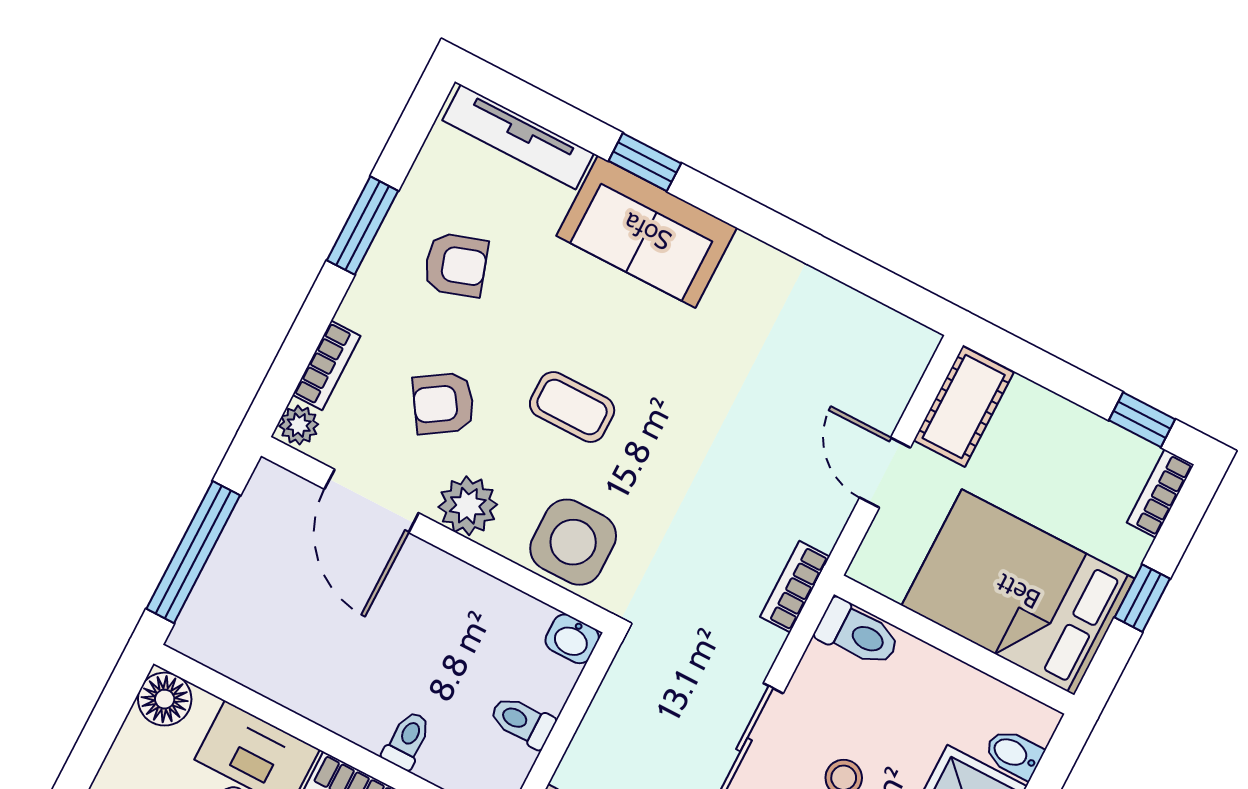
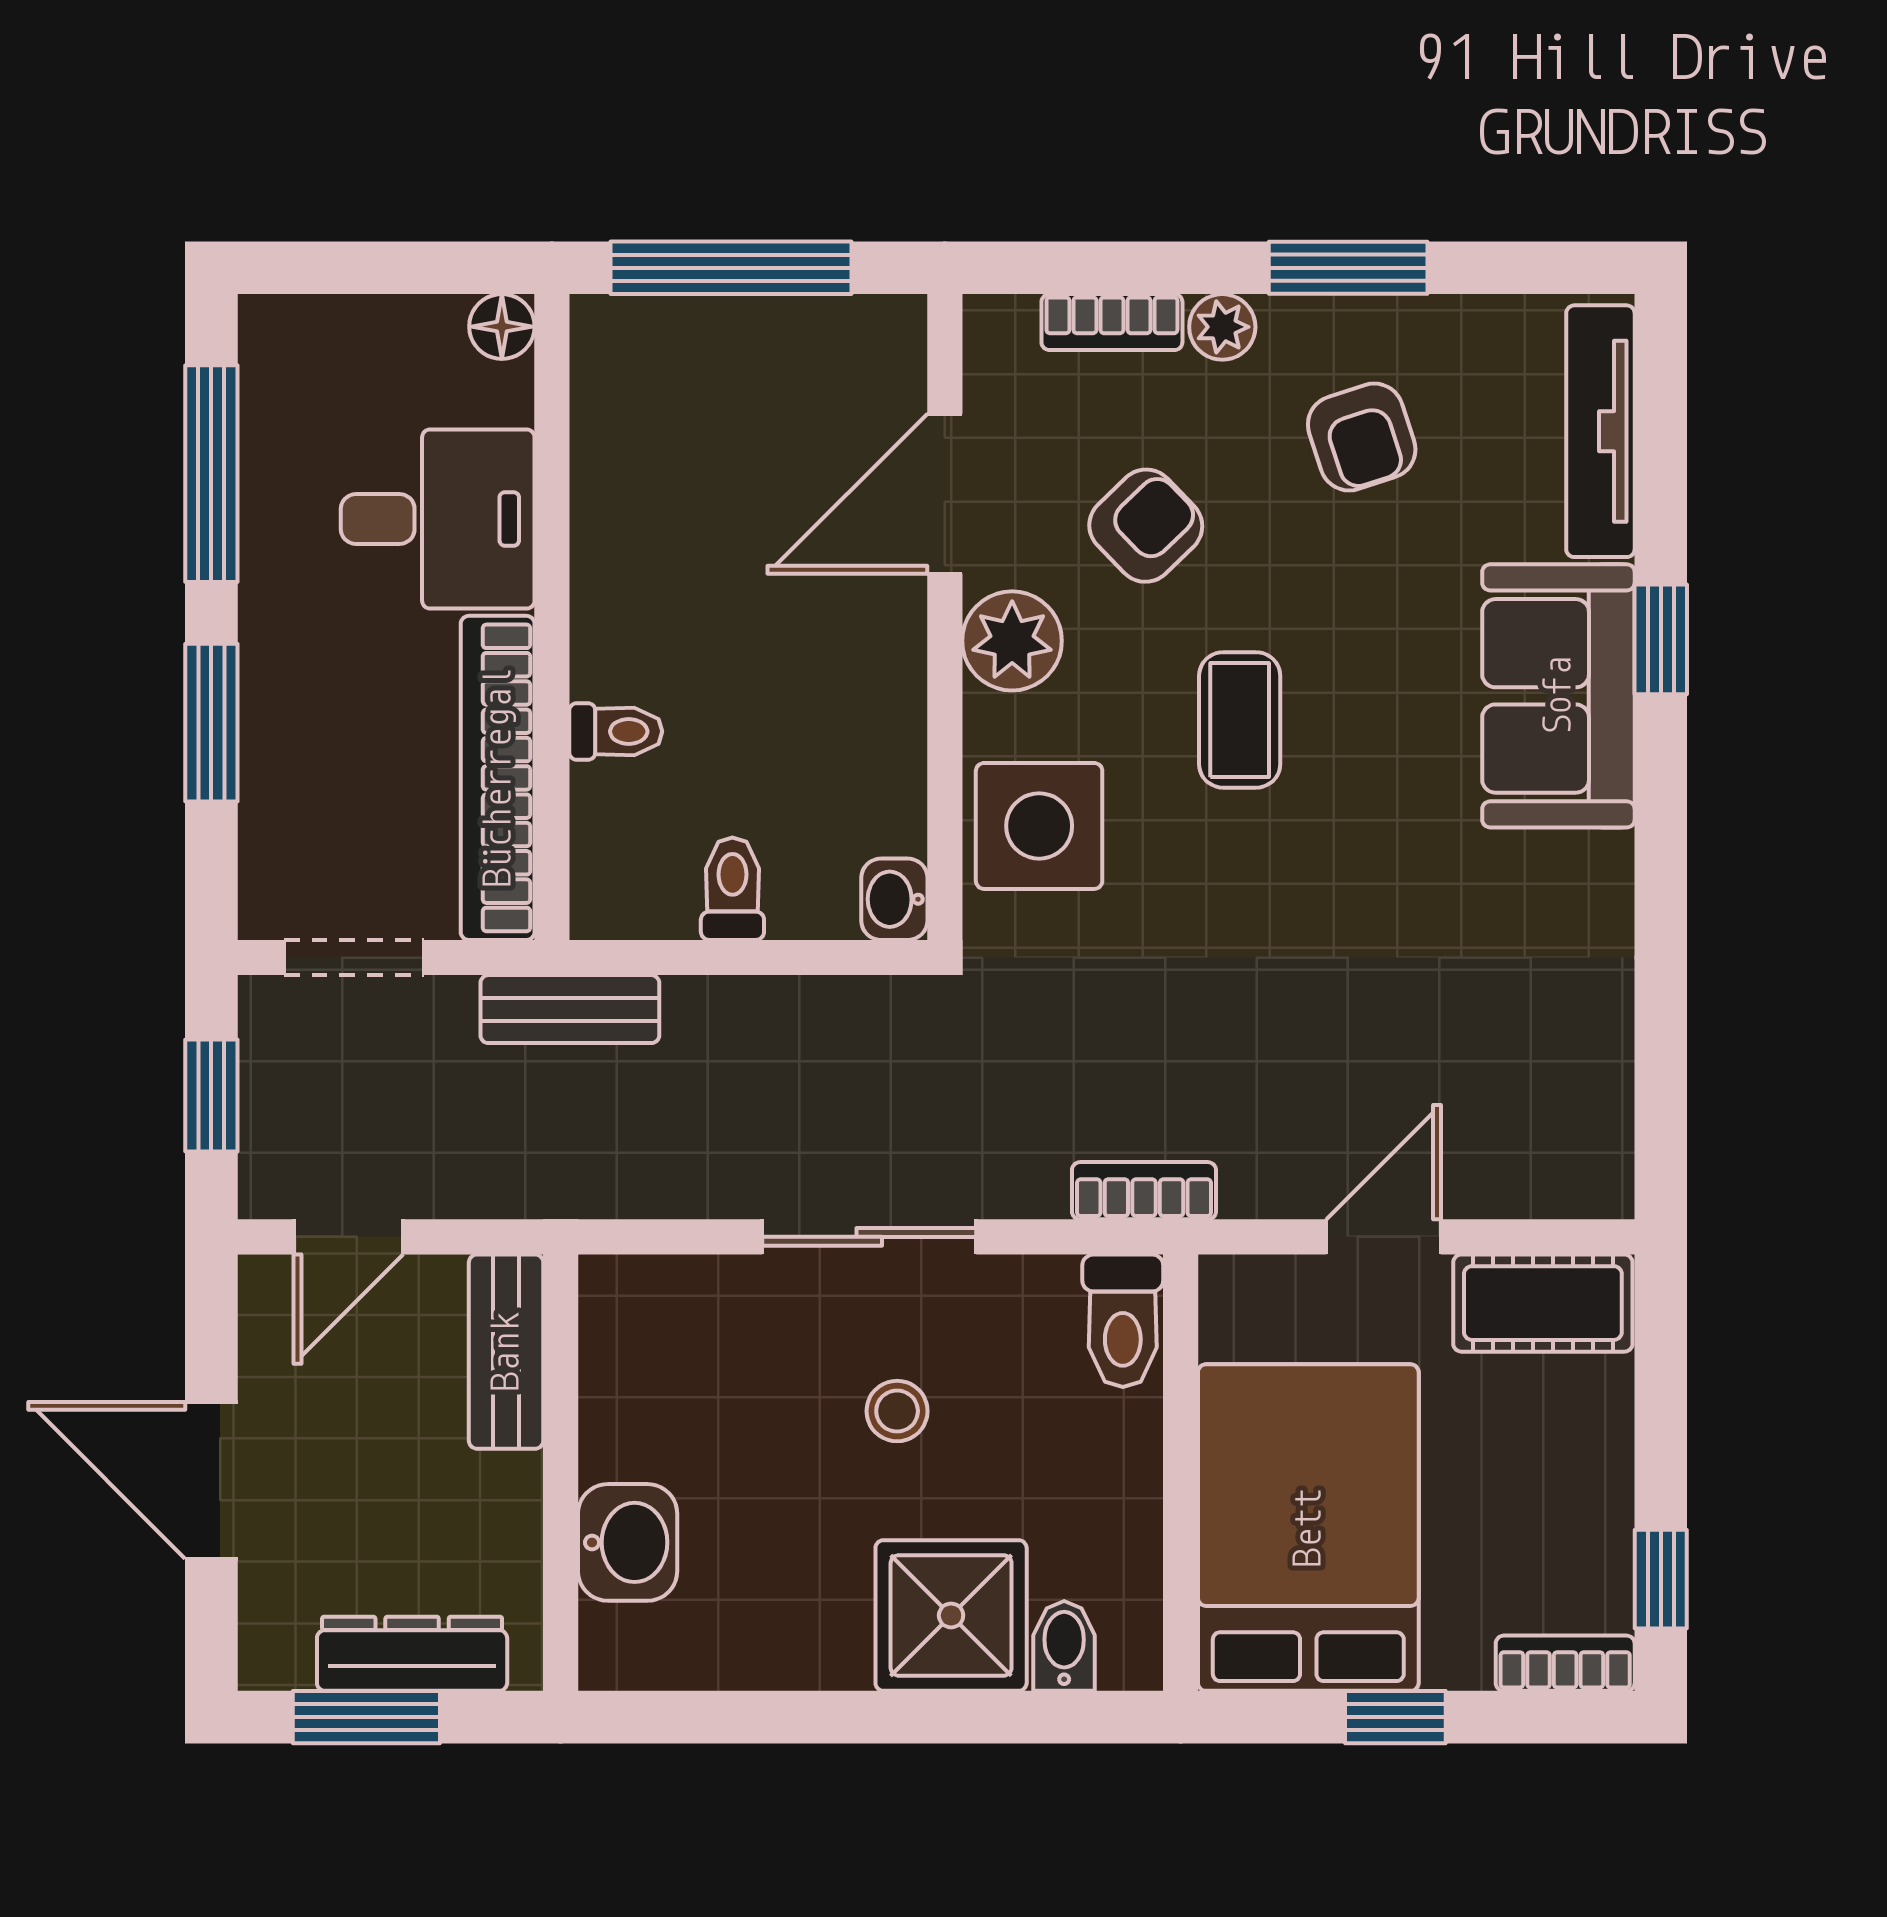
armchair: (443, 403) -> (1146, 526), turned 79
plant: (299, 425) -> (1222, 327), moved
floor lamp: (165, 699) -> (502, 327), width x0.73, depth x0.73

